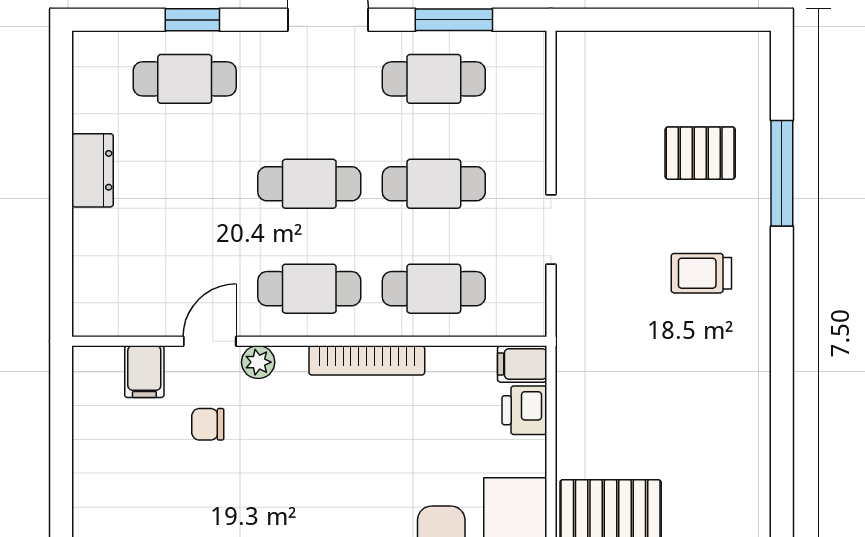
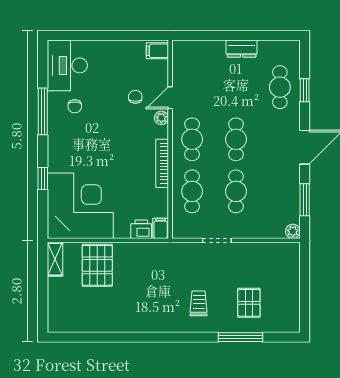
plant: (529, 48) -> (293, 231), added
cafe table: (434, 79) -> (280, 191), removed
door: (210, 341) -> (170, 98), swing flipped
filing cabinet: (144, 372) -> (157, 51), moved

